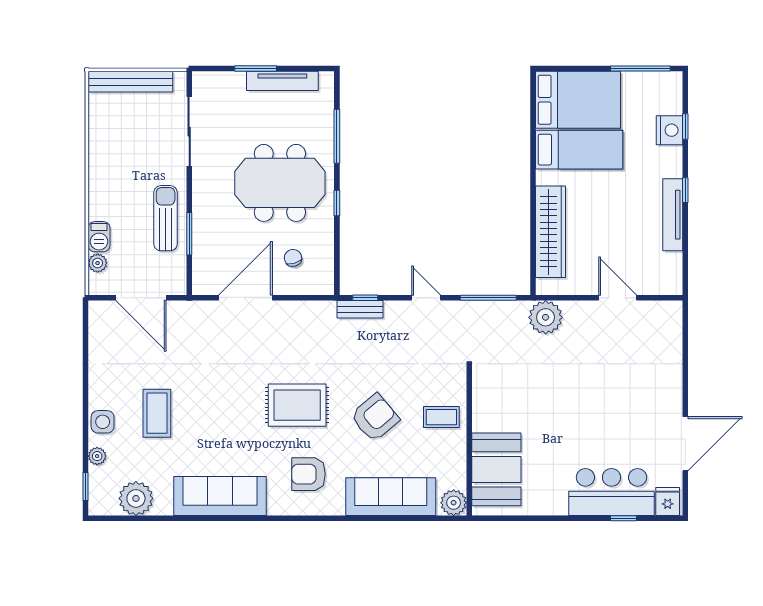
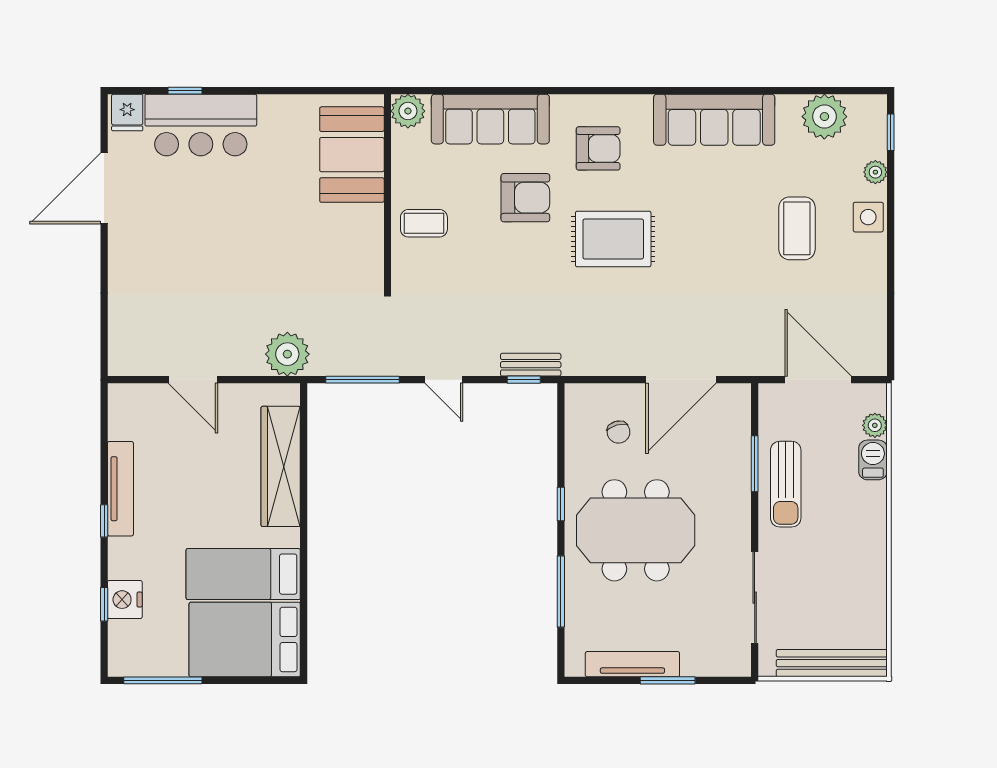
armchair: (375, 418) -> (525, 198), moved, turned -140

